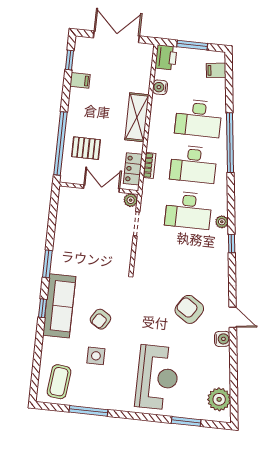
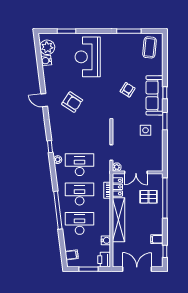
double door: (116, 37) -> (137, 269), swing flipped
shelving: (137, 117) -> (119, 220), width x1.47
water cooler: (222, 339) -> (46, 61), moved
side table: (96, 356) -> (145, 130), moved

